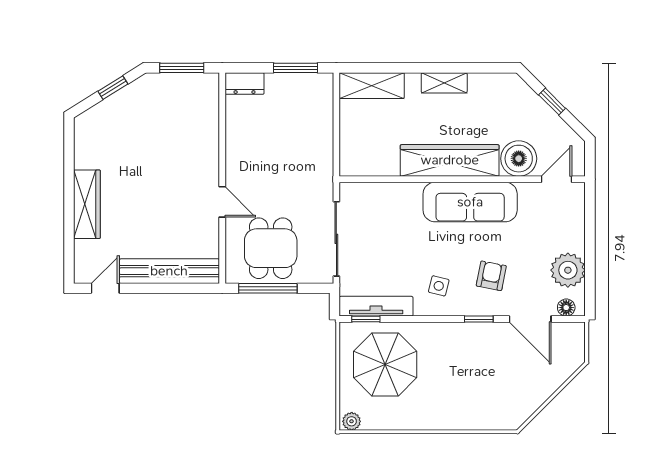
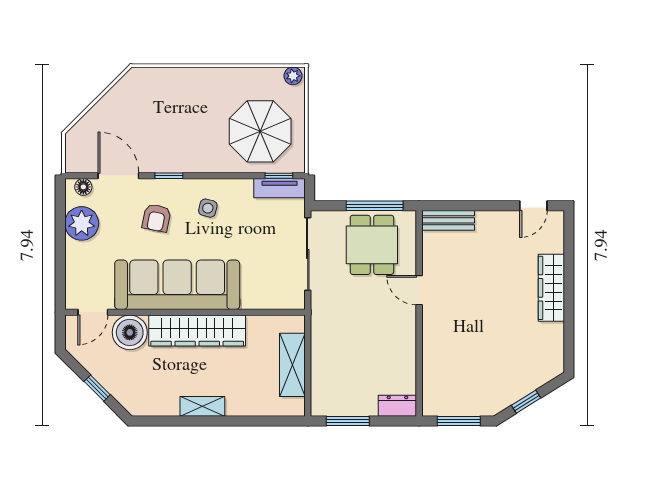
shelving: (372, 86) -> (292, 365), moved, turned 90
sofa: (470, 202) -> (177, 285), width x1.36, depth x1.27
bench: (169, 271) -> (448, 220), width x0.54, depth x0.82
tv unit: (376, 306) -> (279, 188), width x0.71

